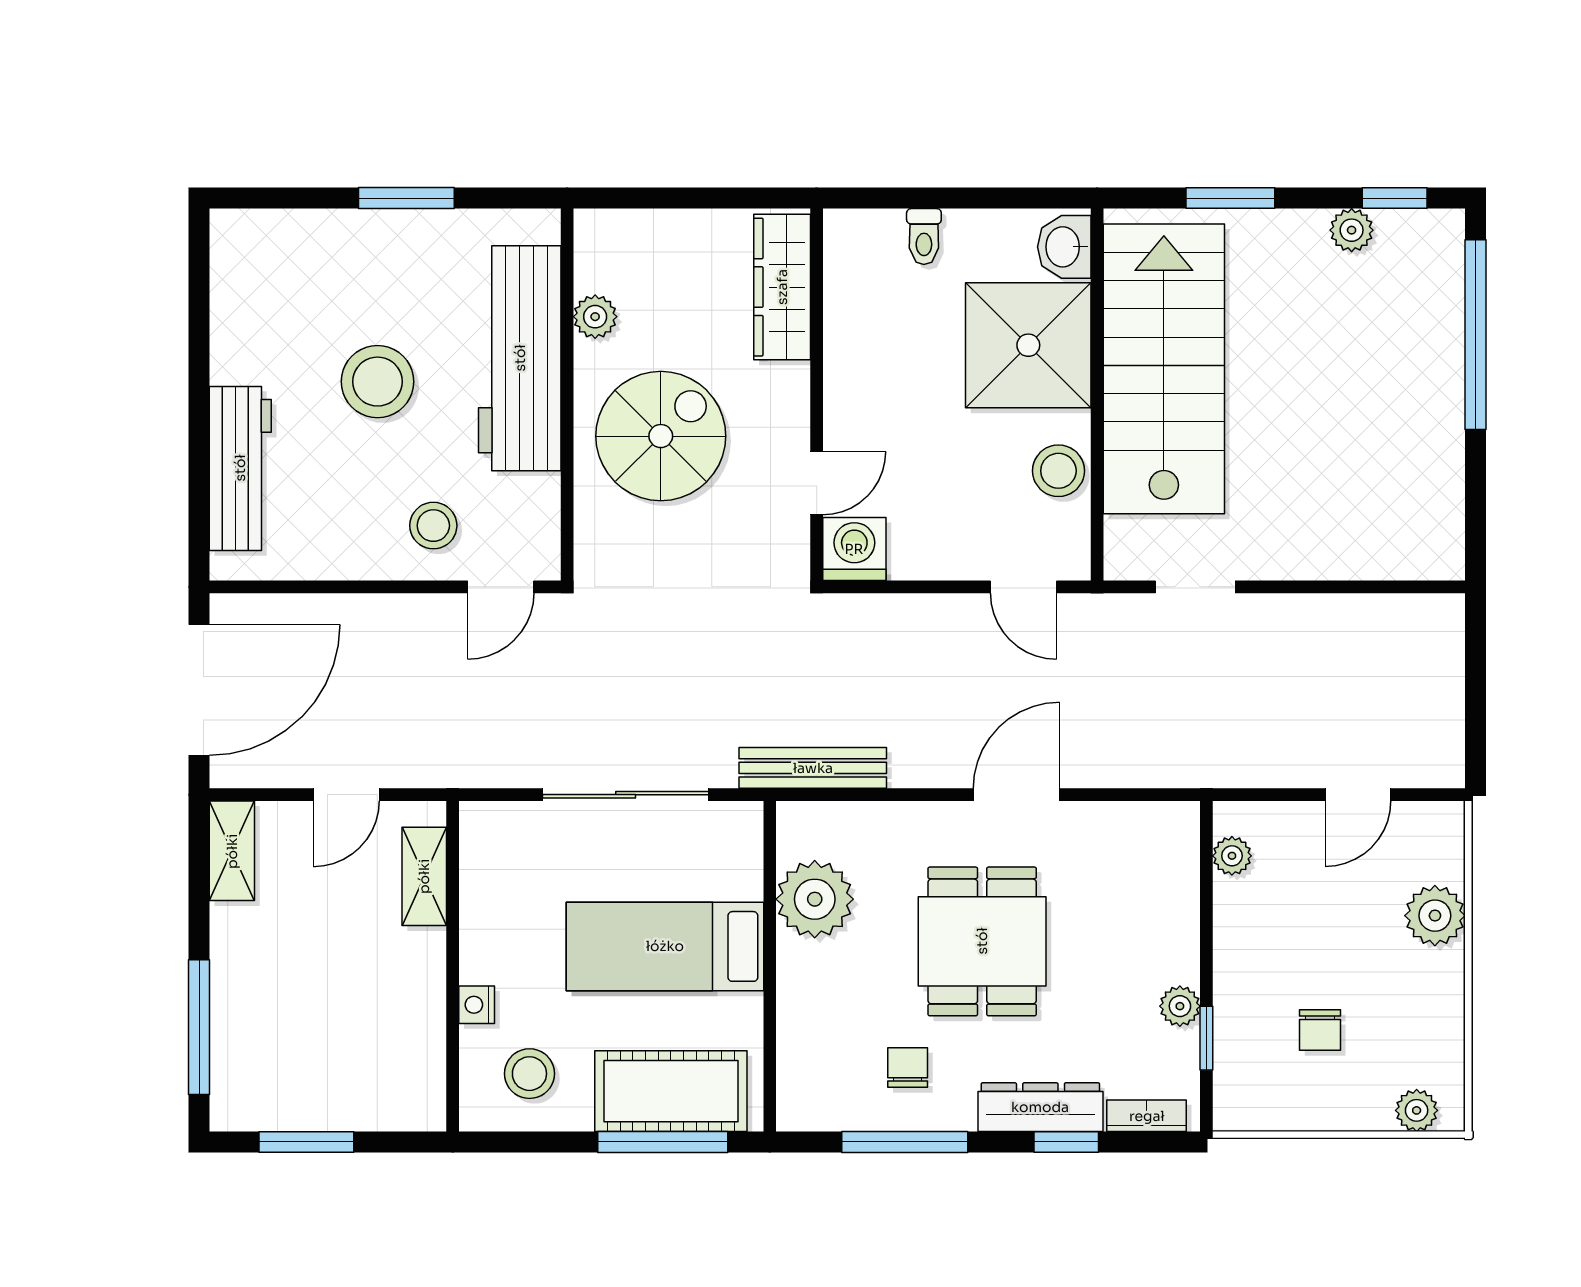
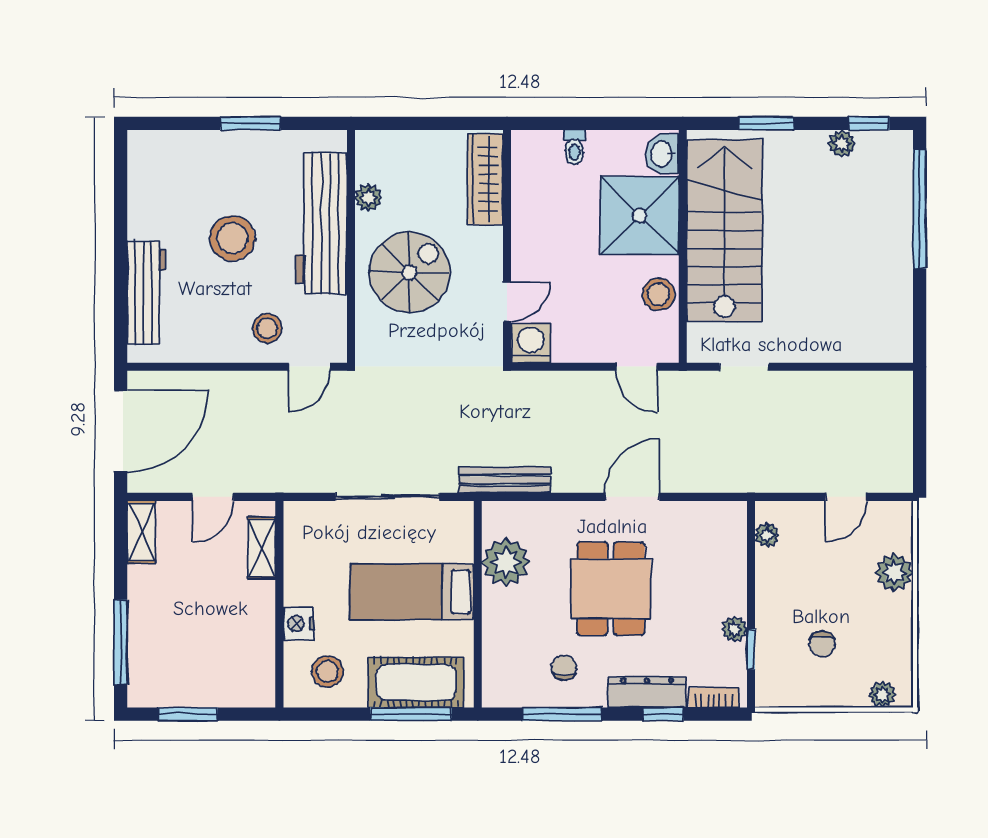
nightstand: (477, 1005) -> (298, 624), width x1.39, depth x1.35

